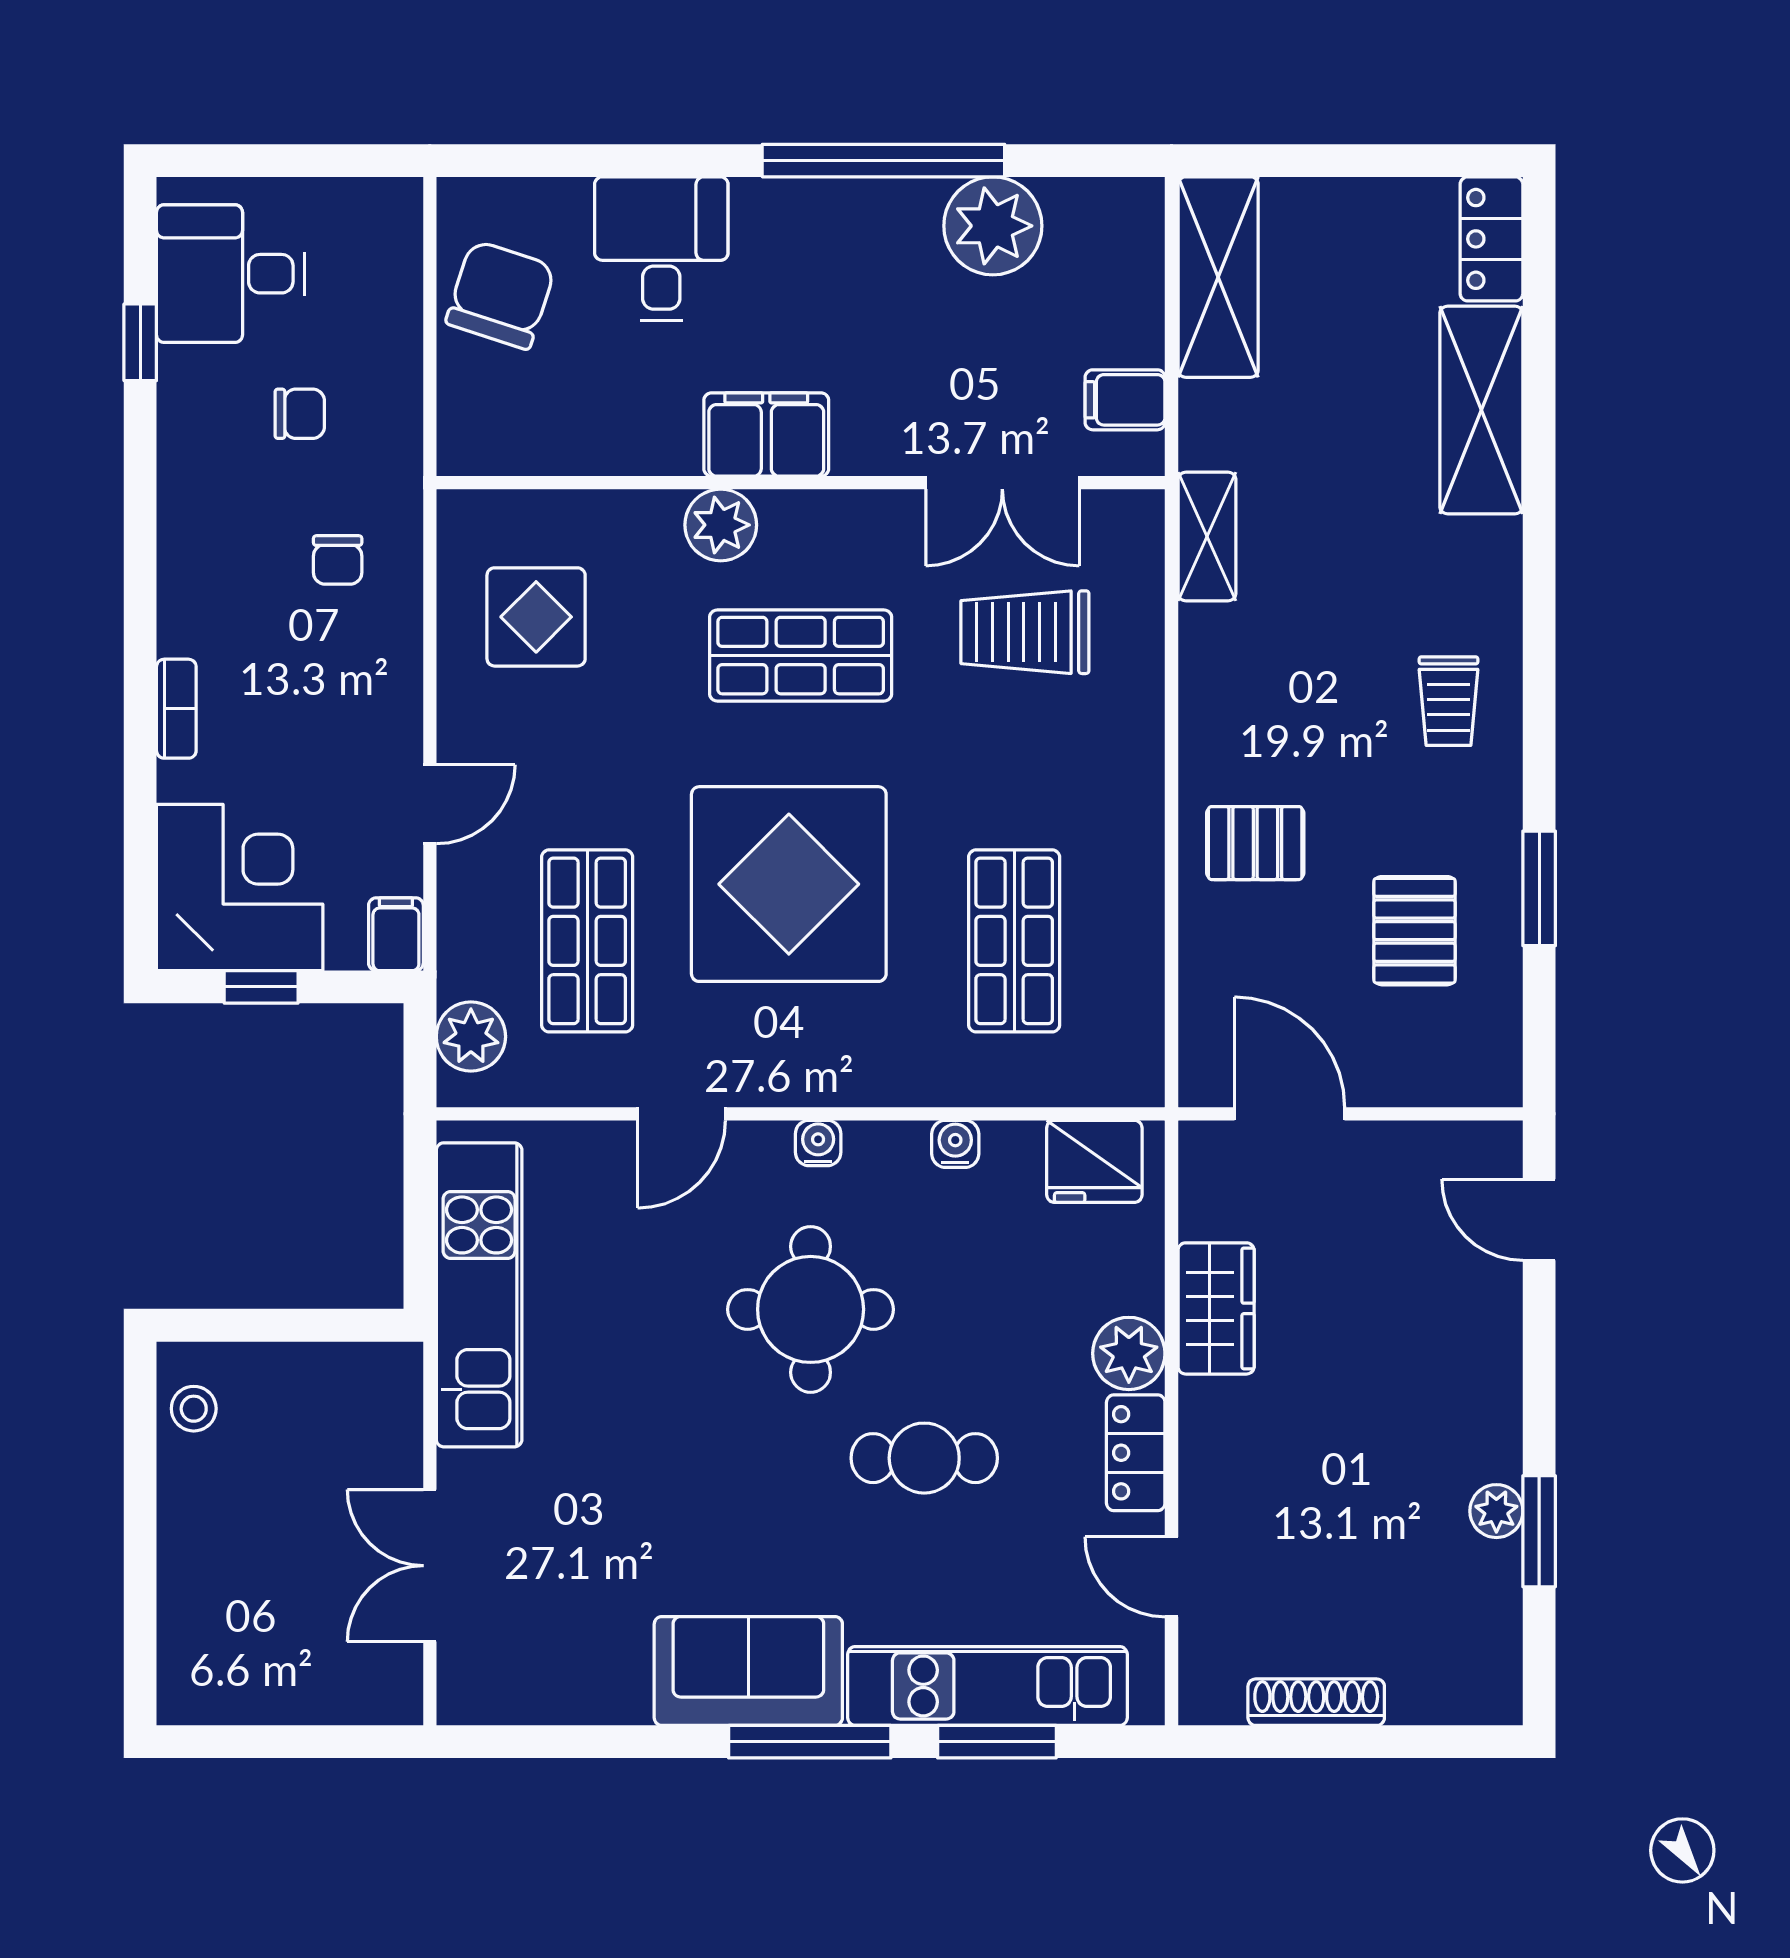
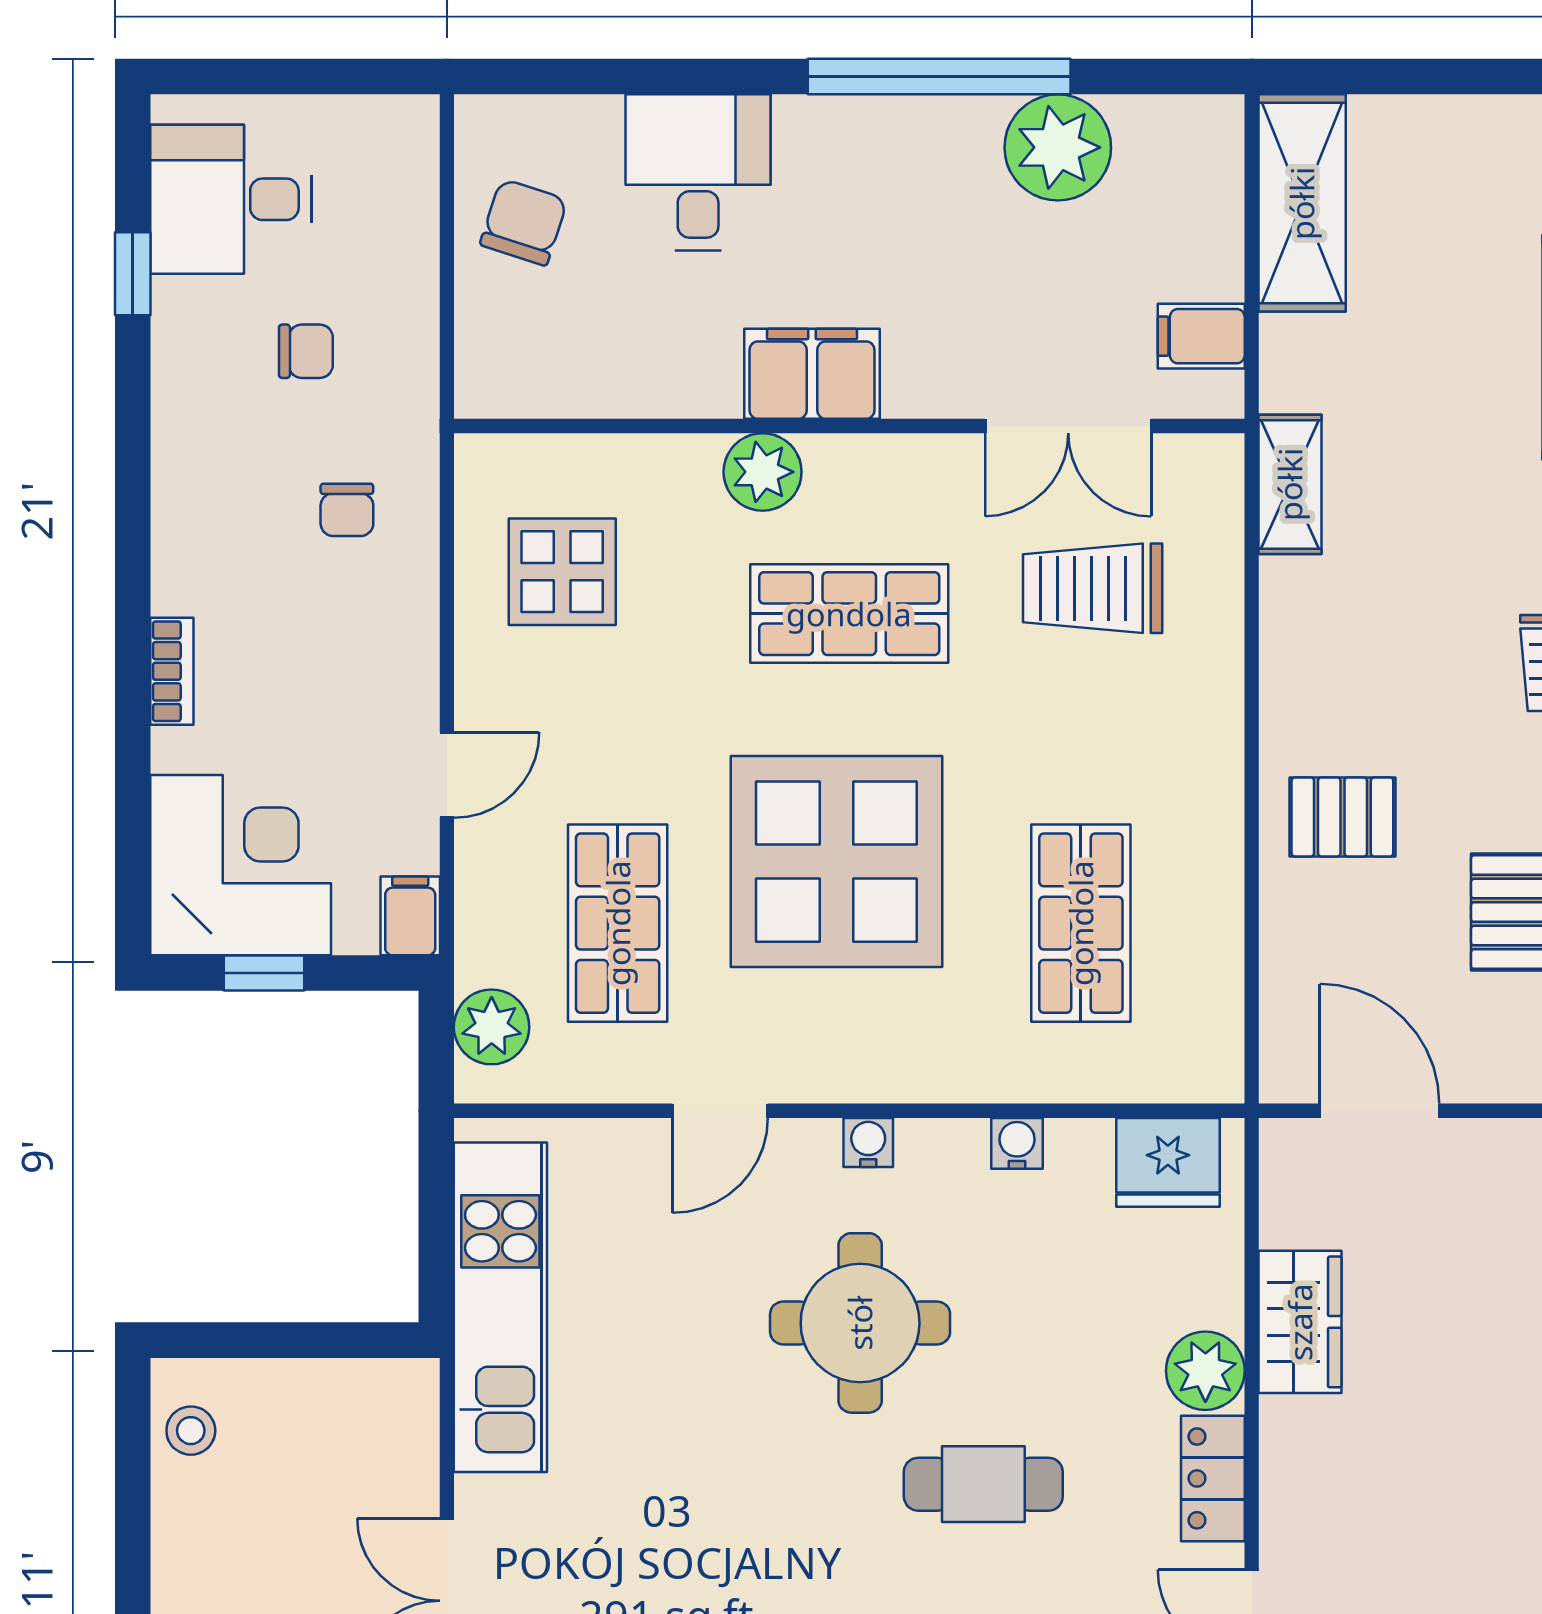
chair: (501, 295) -> (524, 222), width x0.73, depth x0.73

